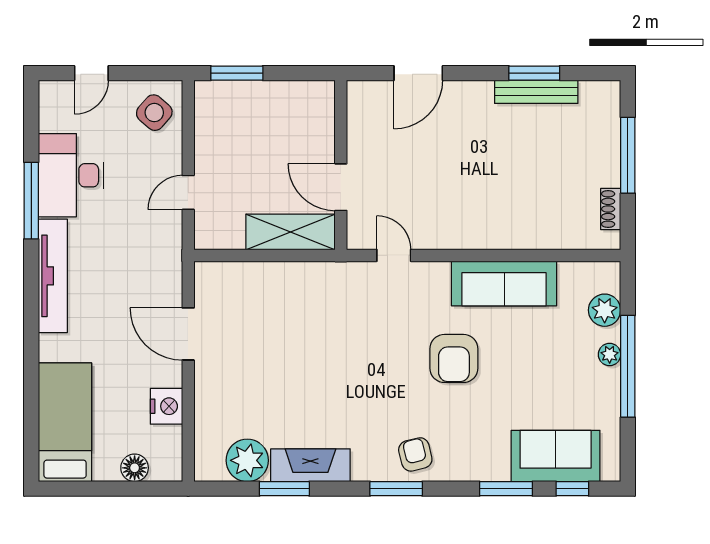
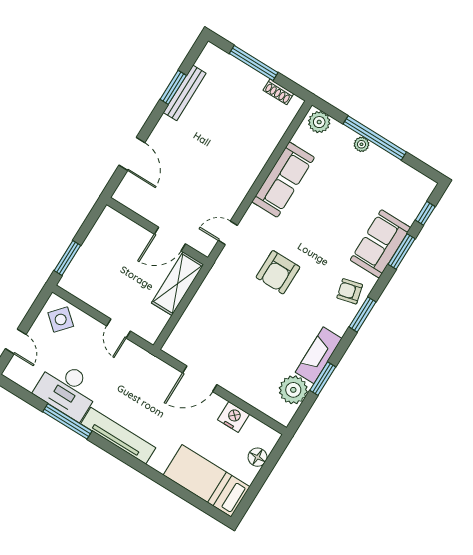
plant: (605, 310) -> (319, 122), moved
armchair: (454, 358) -> (278, 272), moved, turned 90
sofa: (556, 456) -> (380, 244), moved

